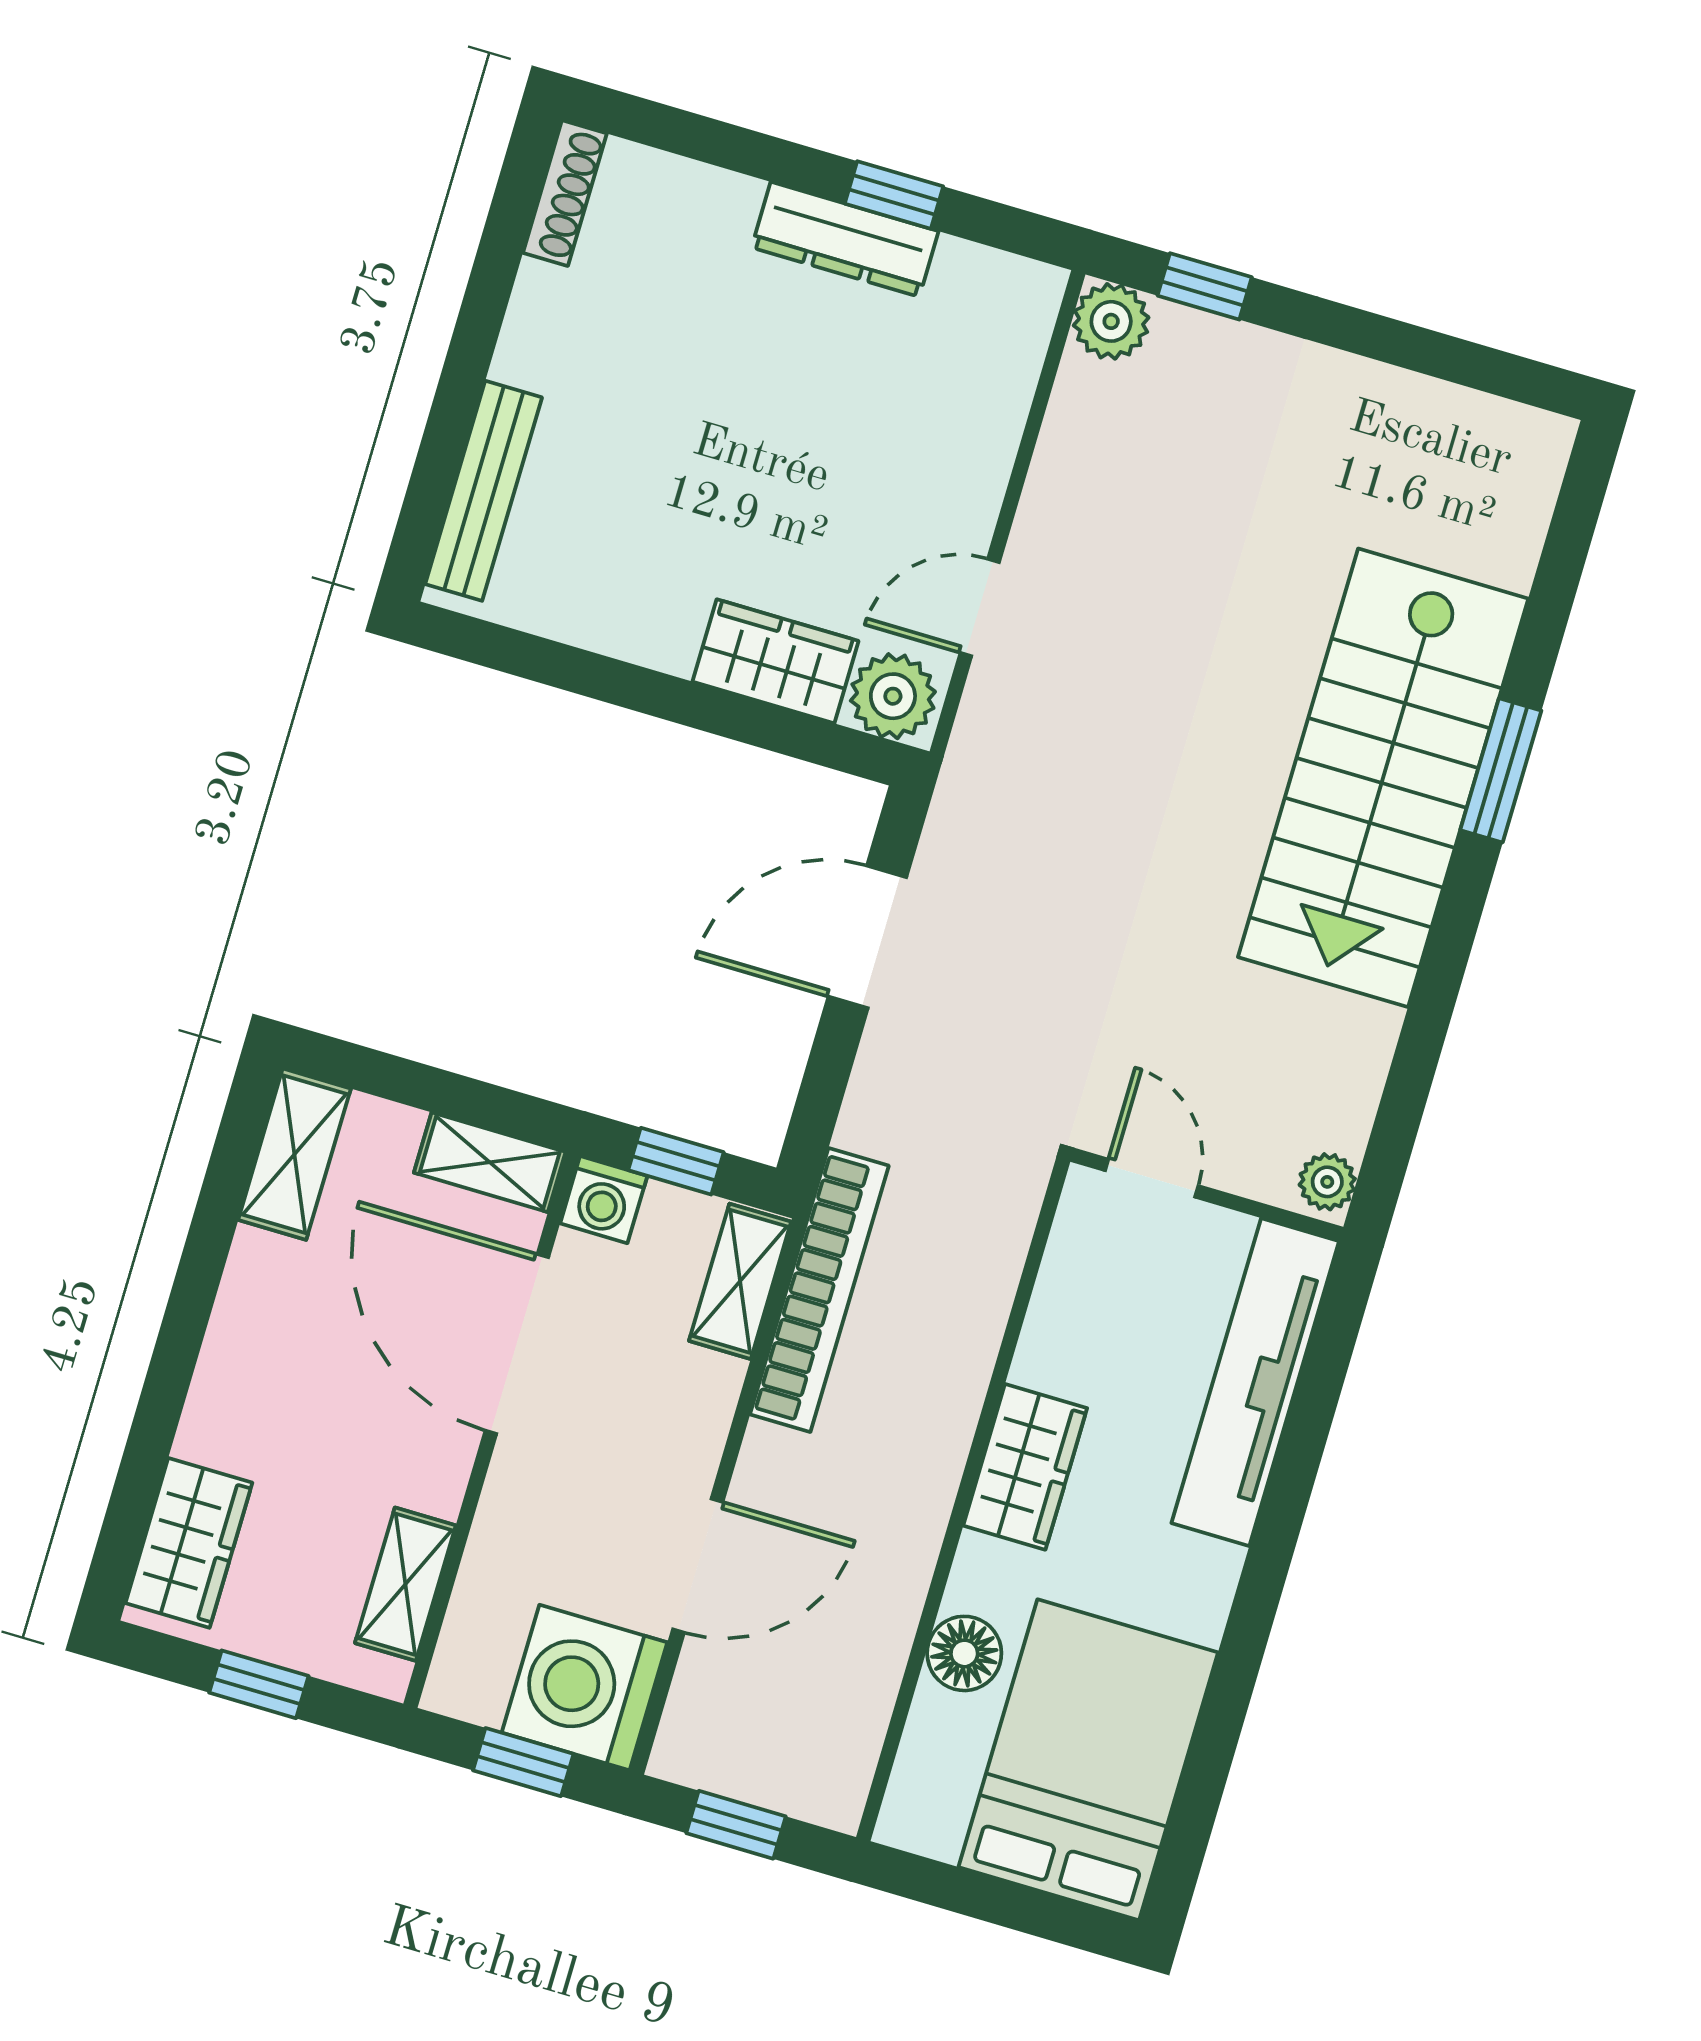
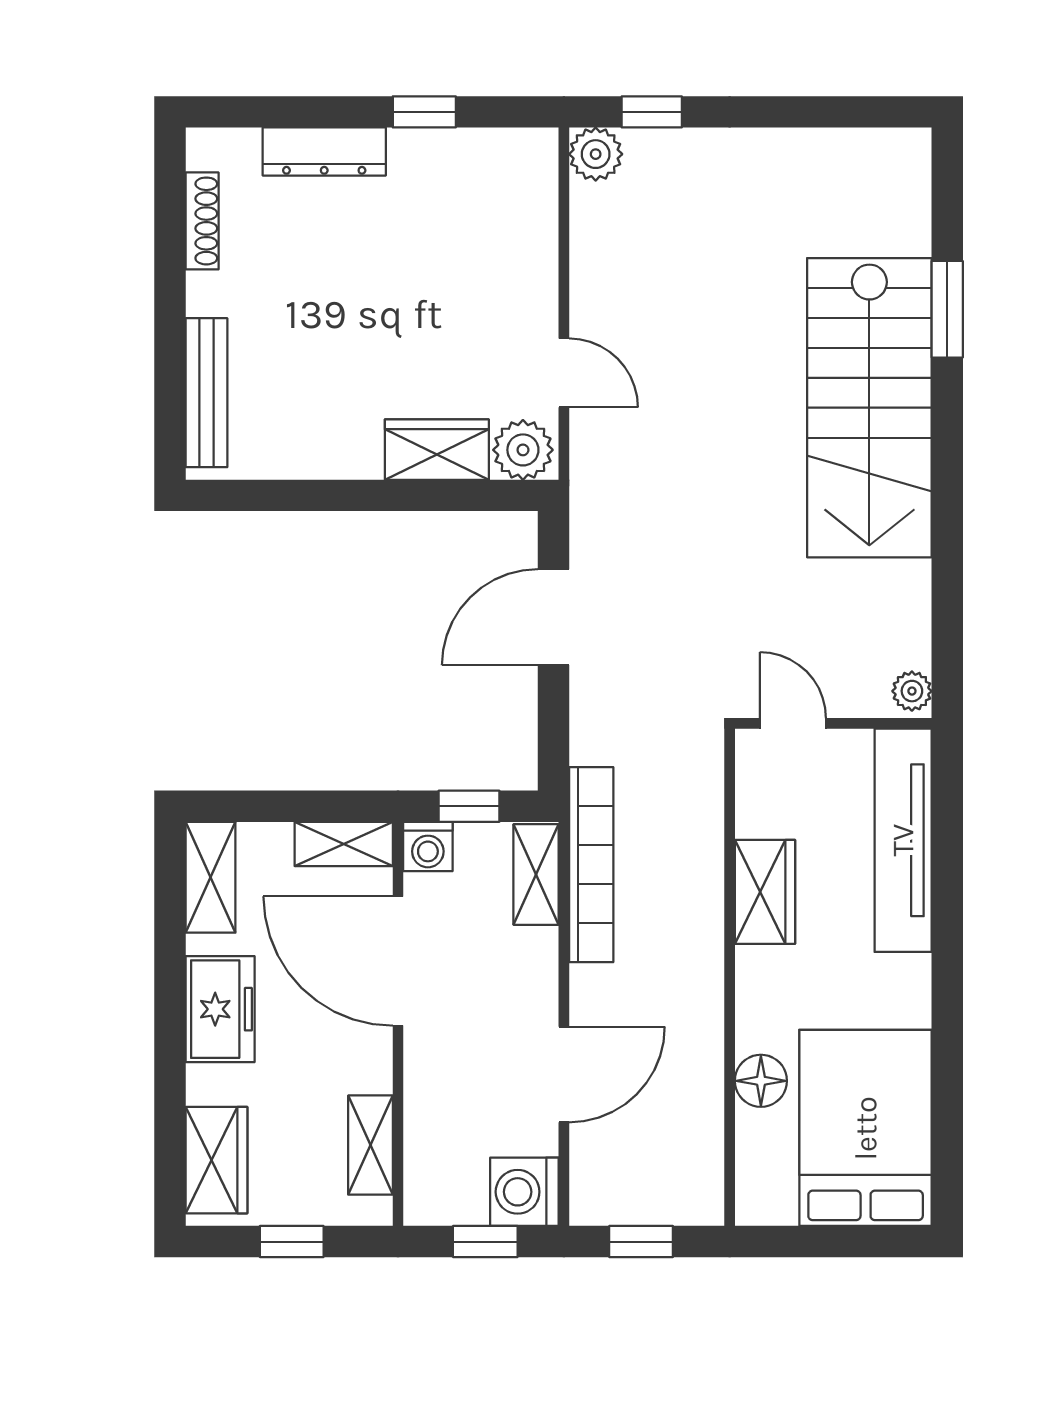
shoe rack: (565, 193) -> (202, 221), moved
dresser: (845, 239) -> (324, 152), moved
door: (980, 607) -> (564, 373), swing flipped
window: (1501, 770) -> (947, 309), moved
freezer: (254, 1338) -> (220, 1009), added
wardrobe: (1025, 1467) -> (765, 892), moved
washing machine: (585, 1688) -> (524, 1192), width x0.73, depth x0.73

